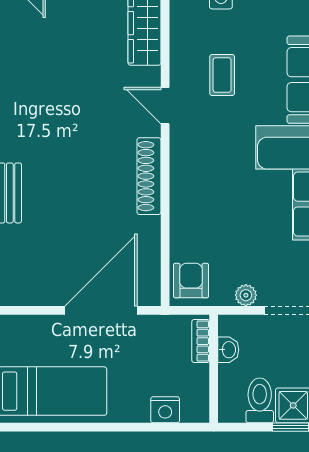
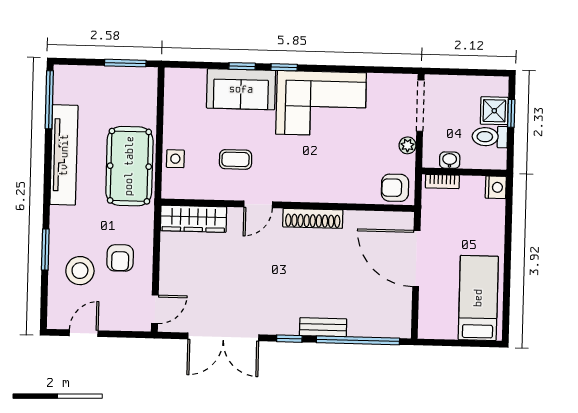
nightstand: (165, 410) -> (496, 187), moved

